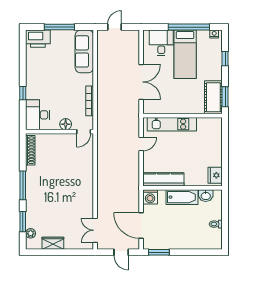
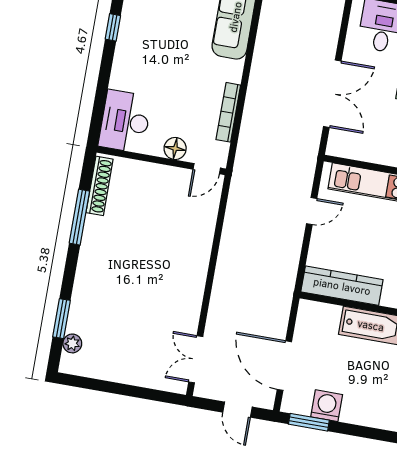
window: (23, 93) -> (113, 27), moved
window: (23, 185) -> (79, 217), moved
washing machine: (150, 197) -> (327, 406), moved, turned 180
wardrobe: (53, 243) -> (111, 370), removed

